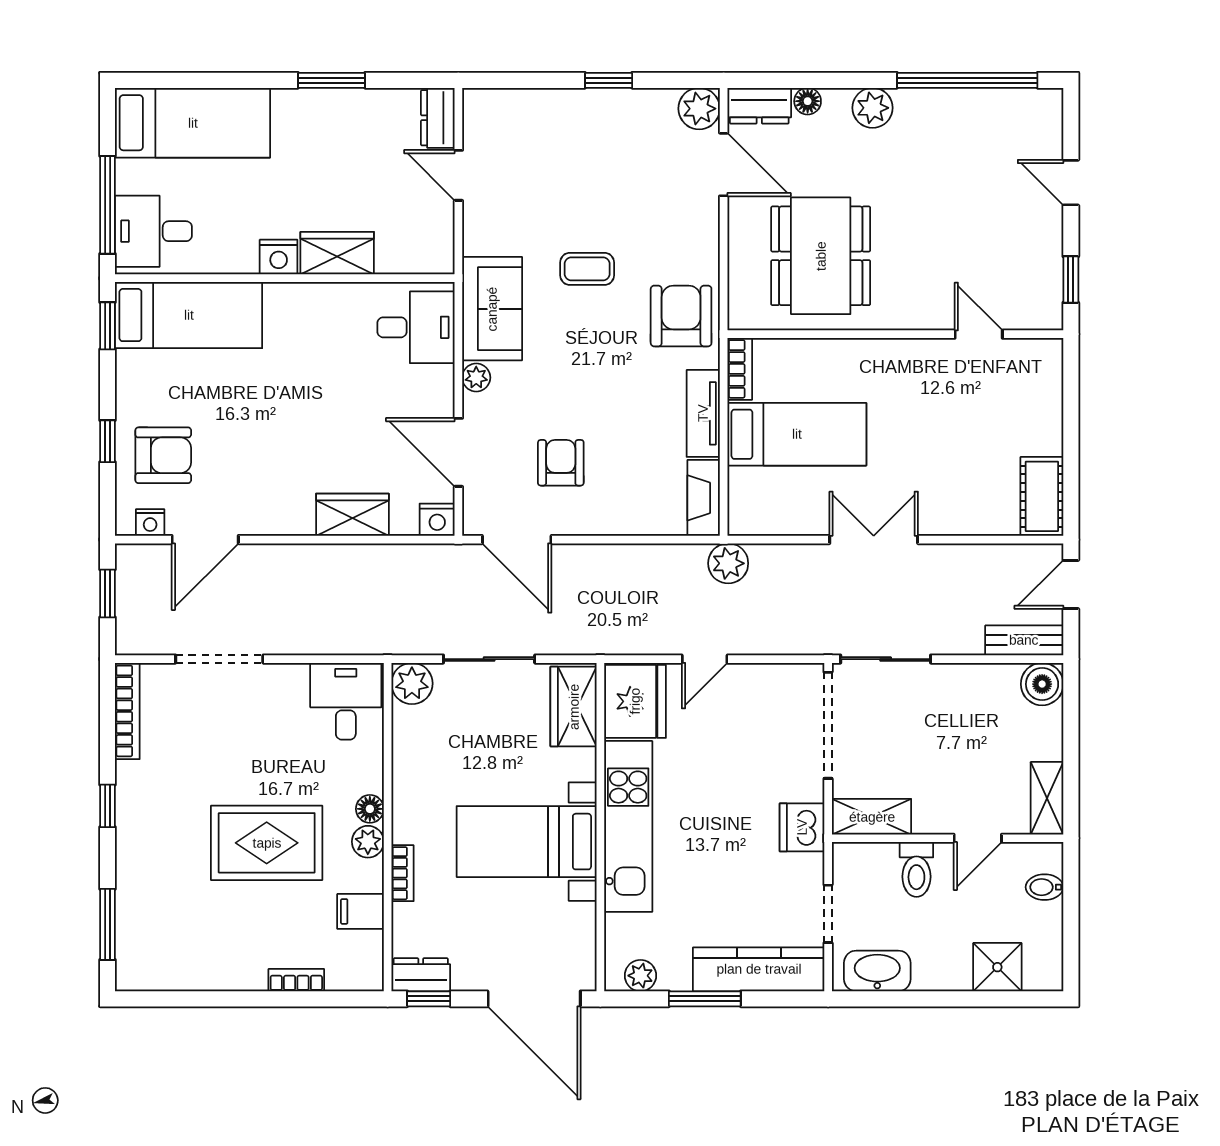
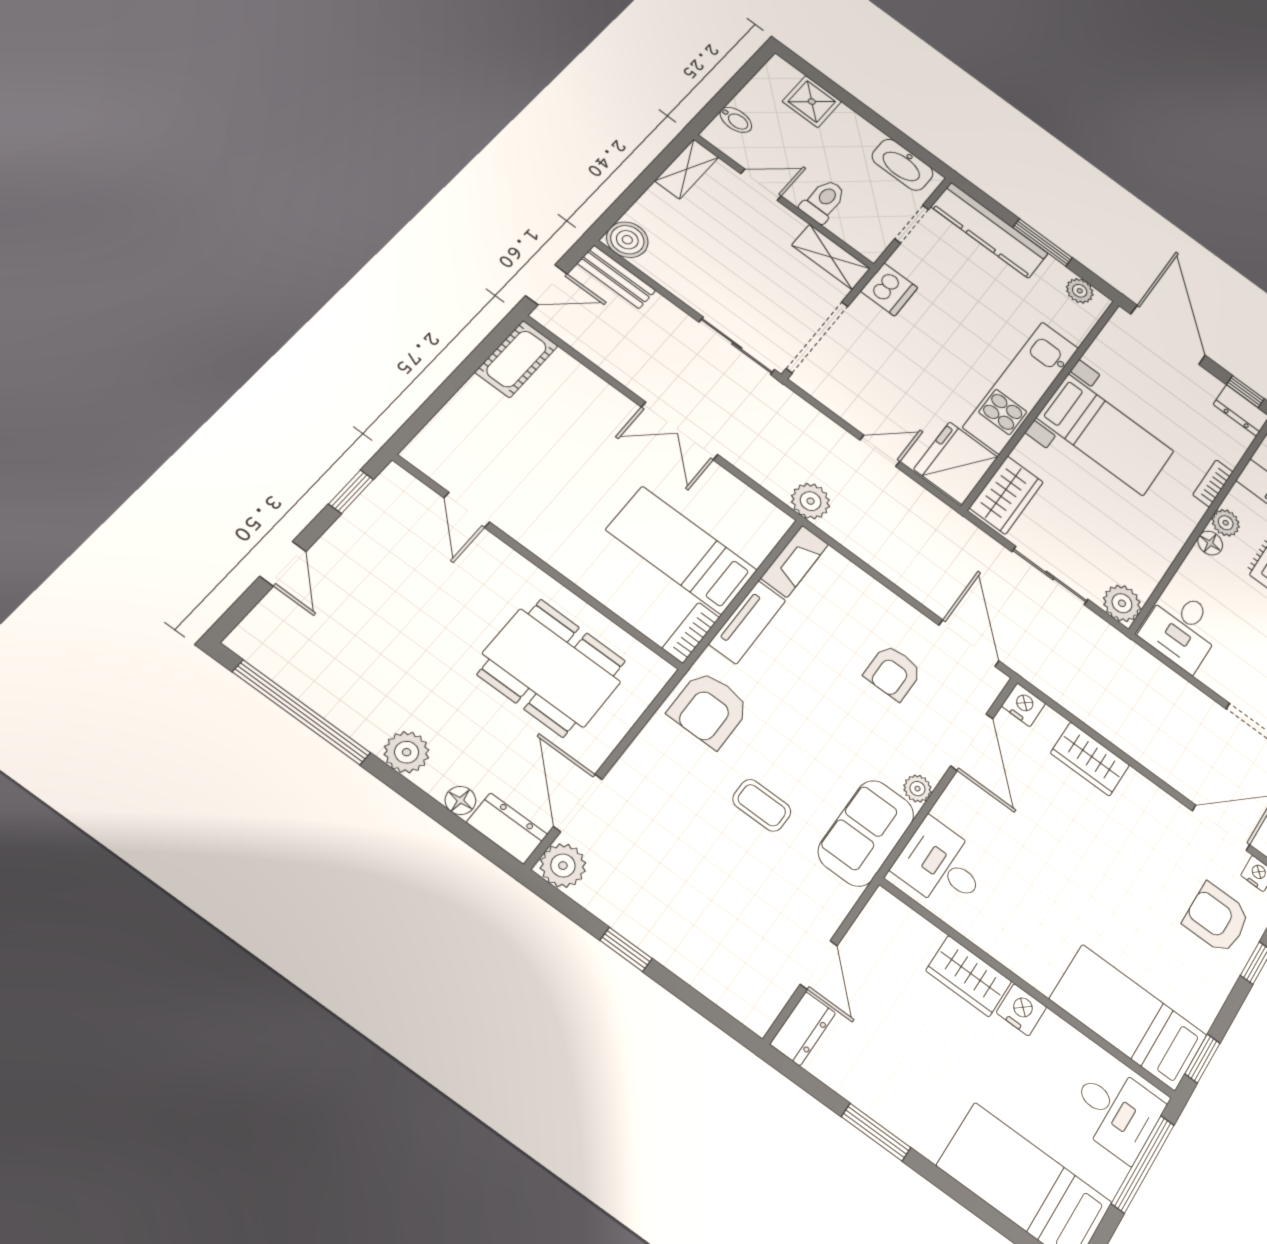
dining table: (821, 256) -> (552, 668), turned 90

